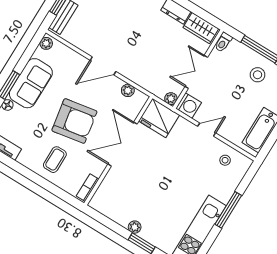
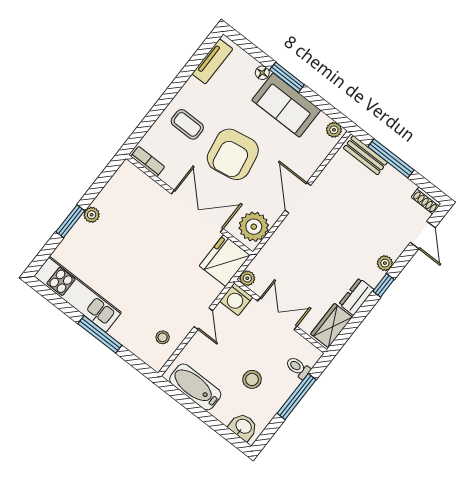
toilet: (223, 42) -> (298, 368), moved
stool: (258, 75) -> (252, 379), moved
plant: (128, 90) -> (254, 227), width x1.88, depth x1.88

